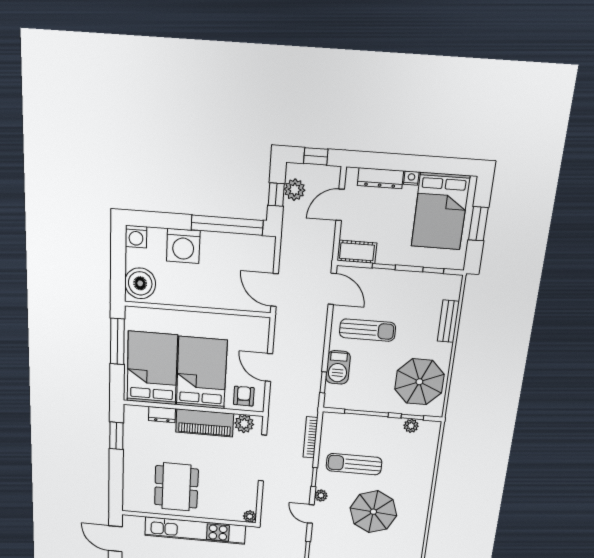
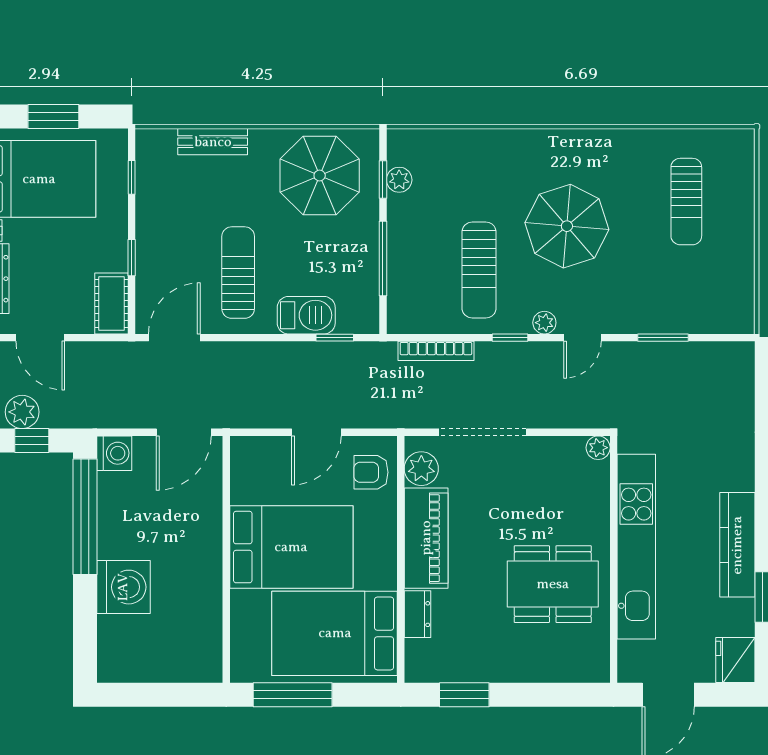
washing machine: (136, 237) -> (114, 453), moved
boiler: (140, 283) -> (190, 657), removed
bed: (202, 373) -> (291, 547), moved, turned 180

